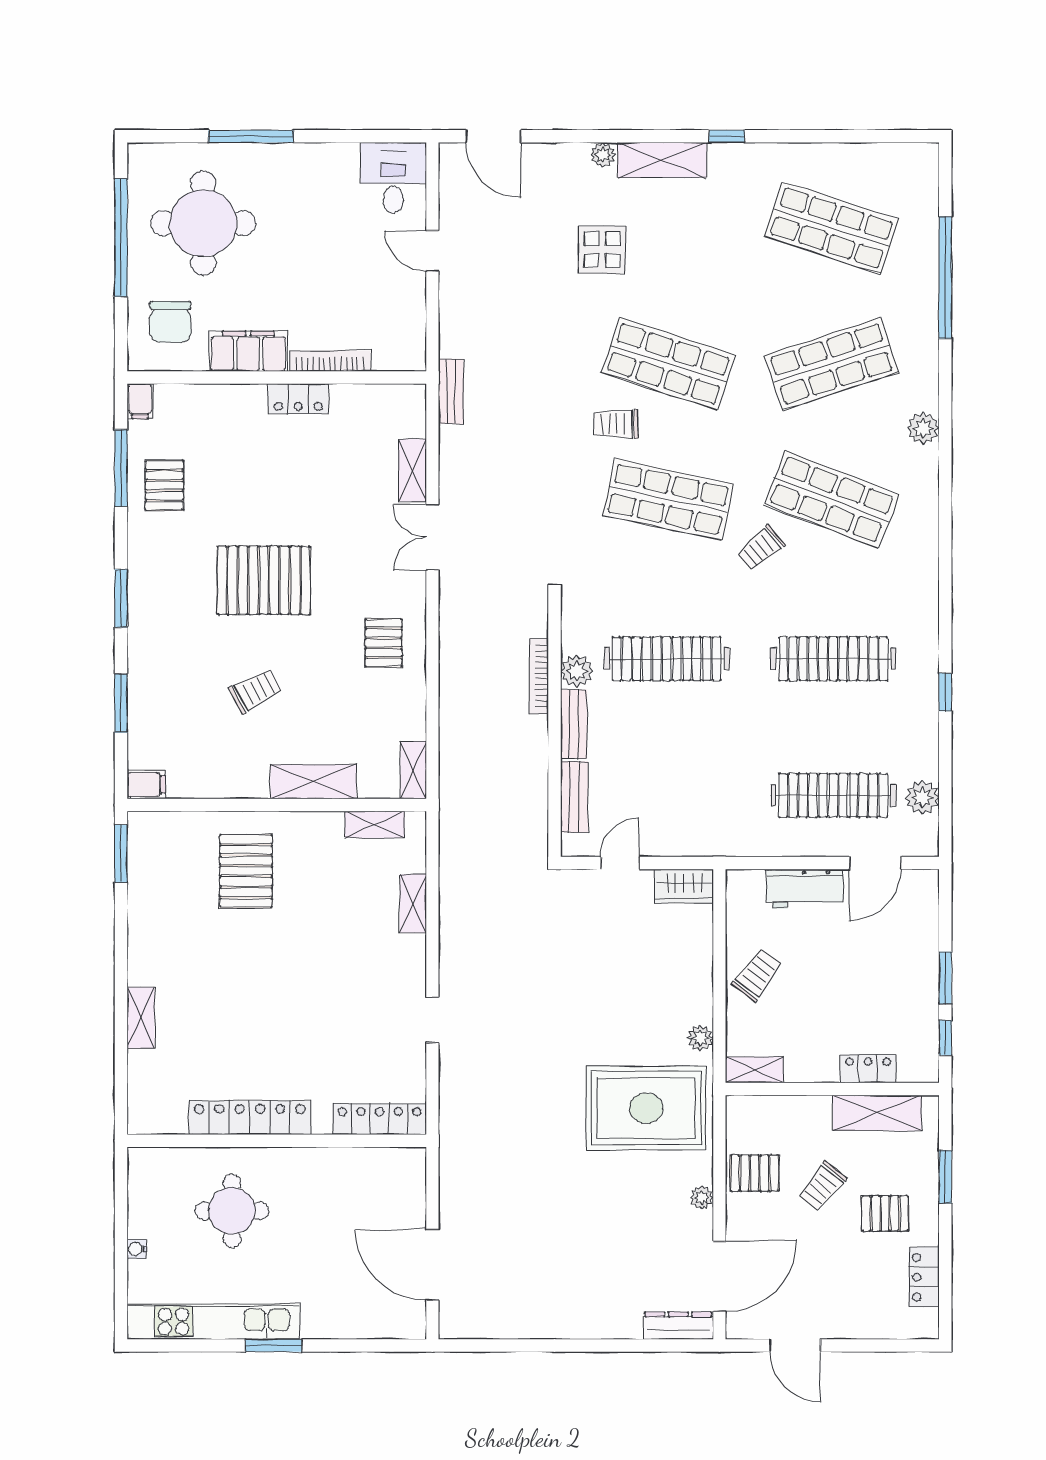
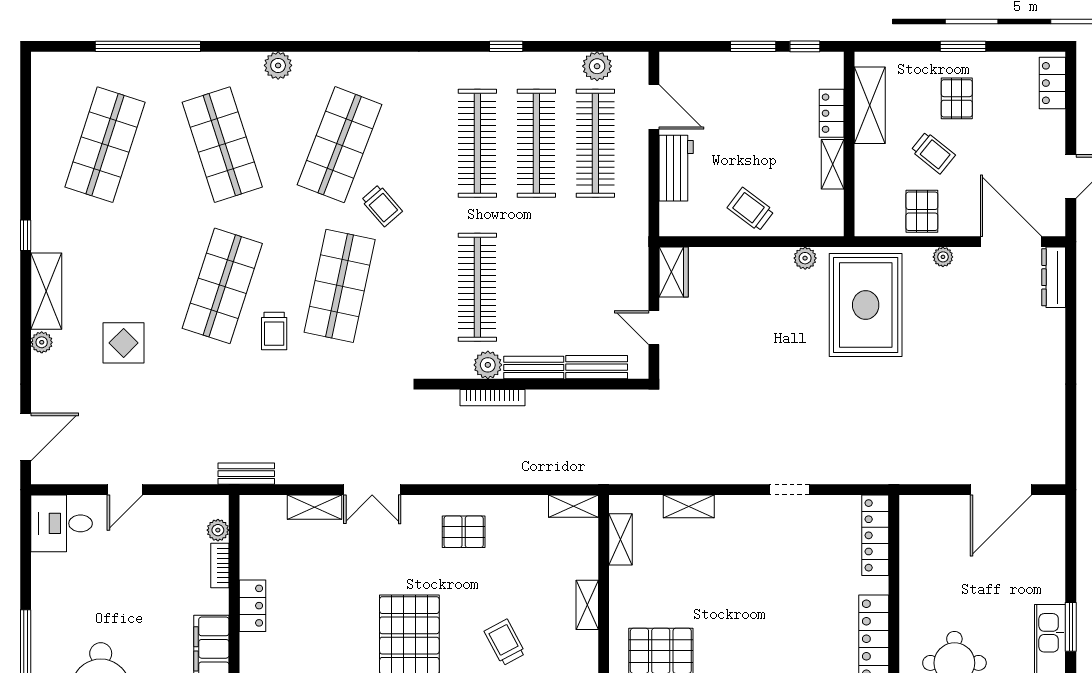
plant: (386, 359) -> (218, 530), added
bookcase: (330, 361) -> (220, 566), width x0.64
clothes rail: (833, 727) -> (536, 143), added
shelving: (313, 782) -> (587, 605), width x0.67, depth x0.75
shelving: (754, 1070) -> (833, 164), moved
window: (945, 1177) -> (963, 46), moved
locker: (924, 1277) -> (1052, 83), moved, turned 90

